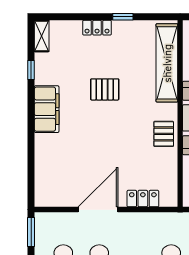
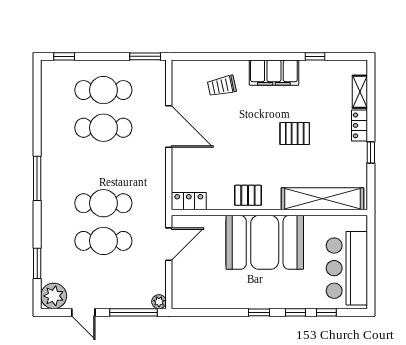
shelving: (42, 36) -> (360, 92), moved, turned 90
pallet: (105, 89) -> (295, 134), turned 90
trolley: (59, 159) -> (222, 86), added
locker: (143, 199) -> (189, 201), moved, turned -90

